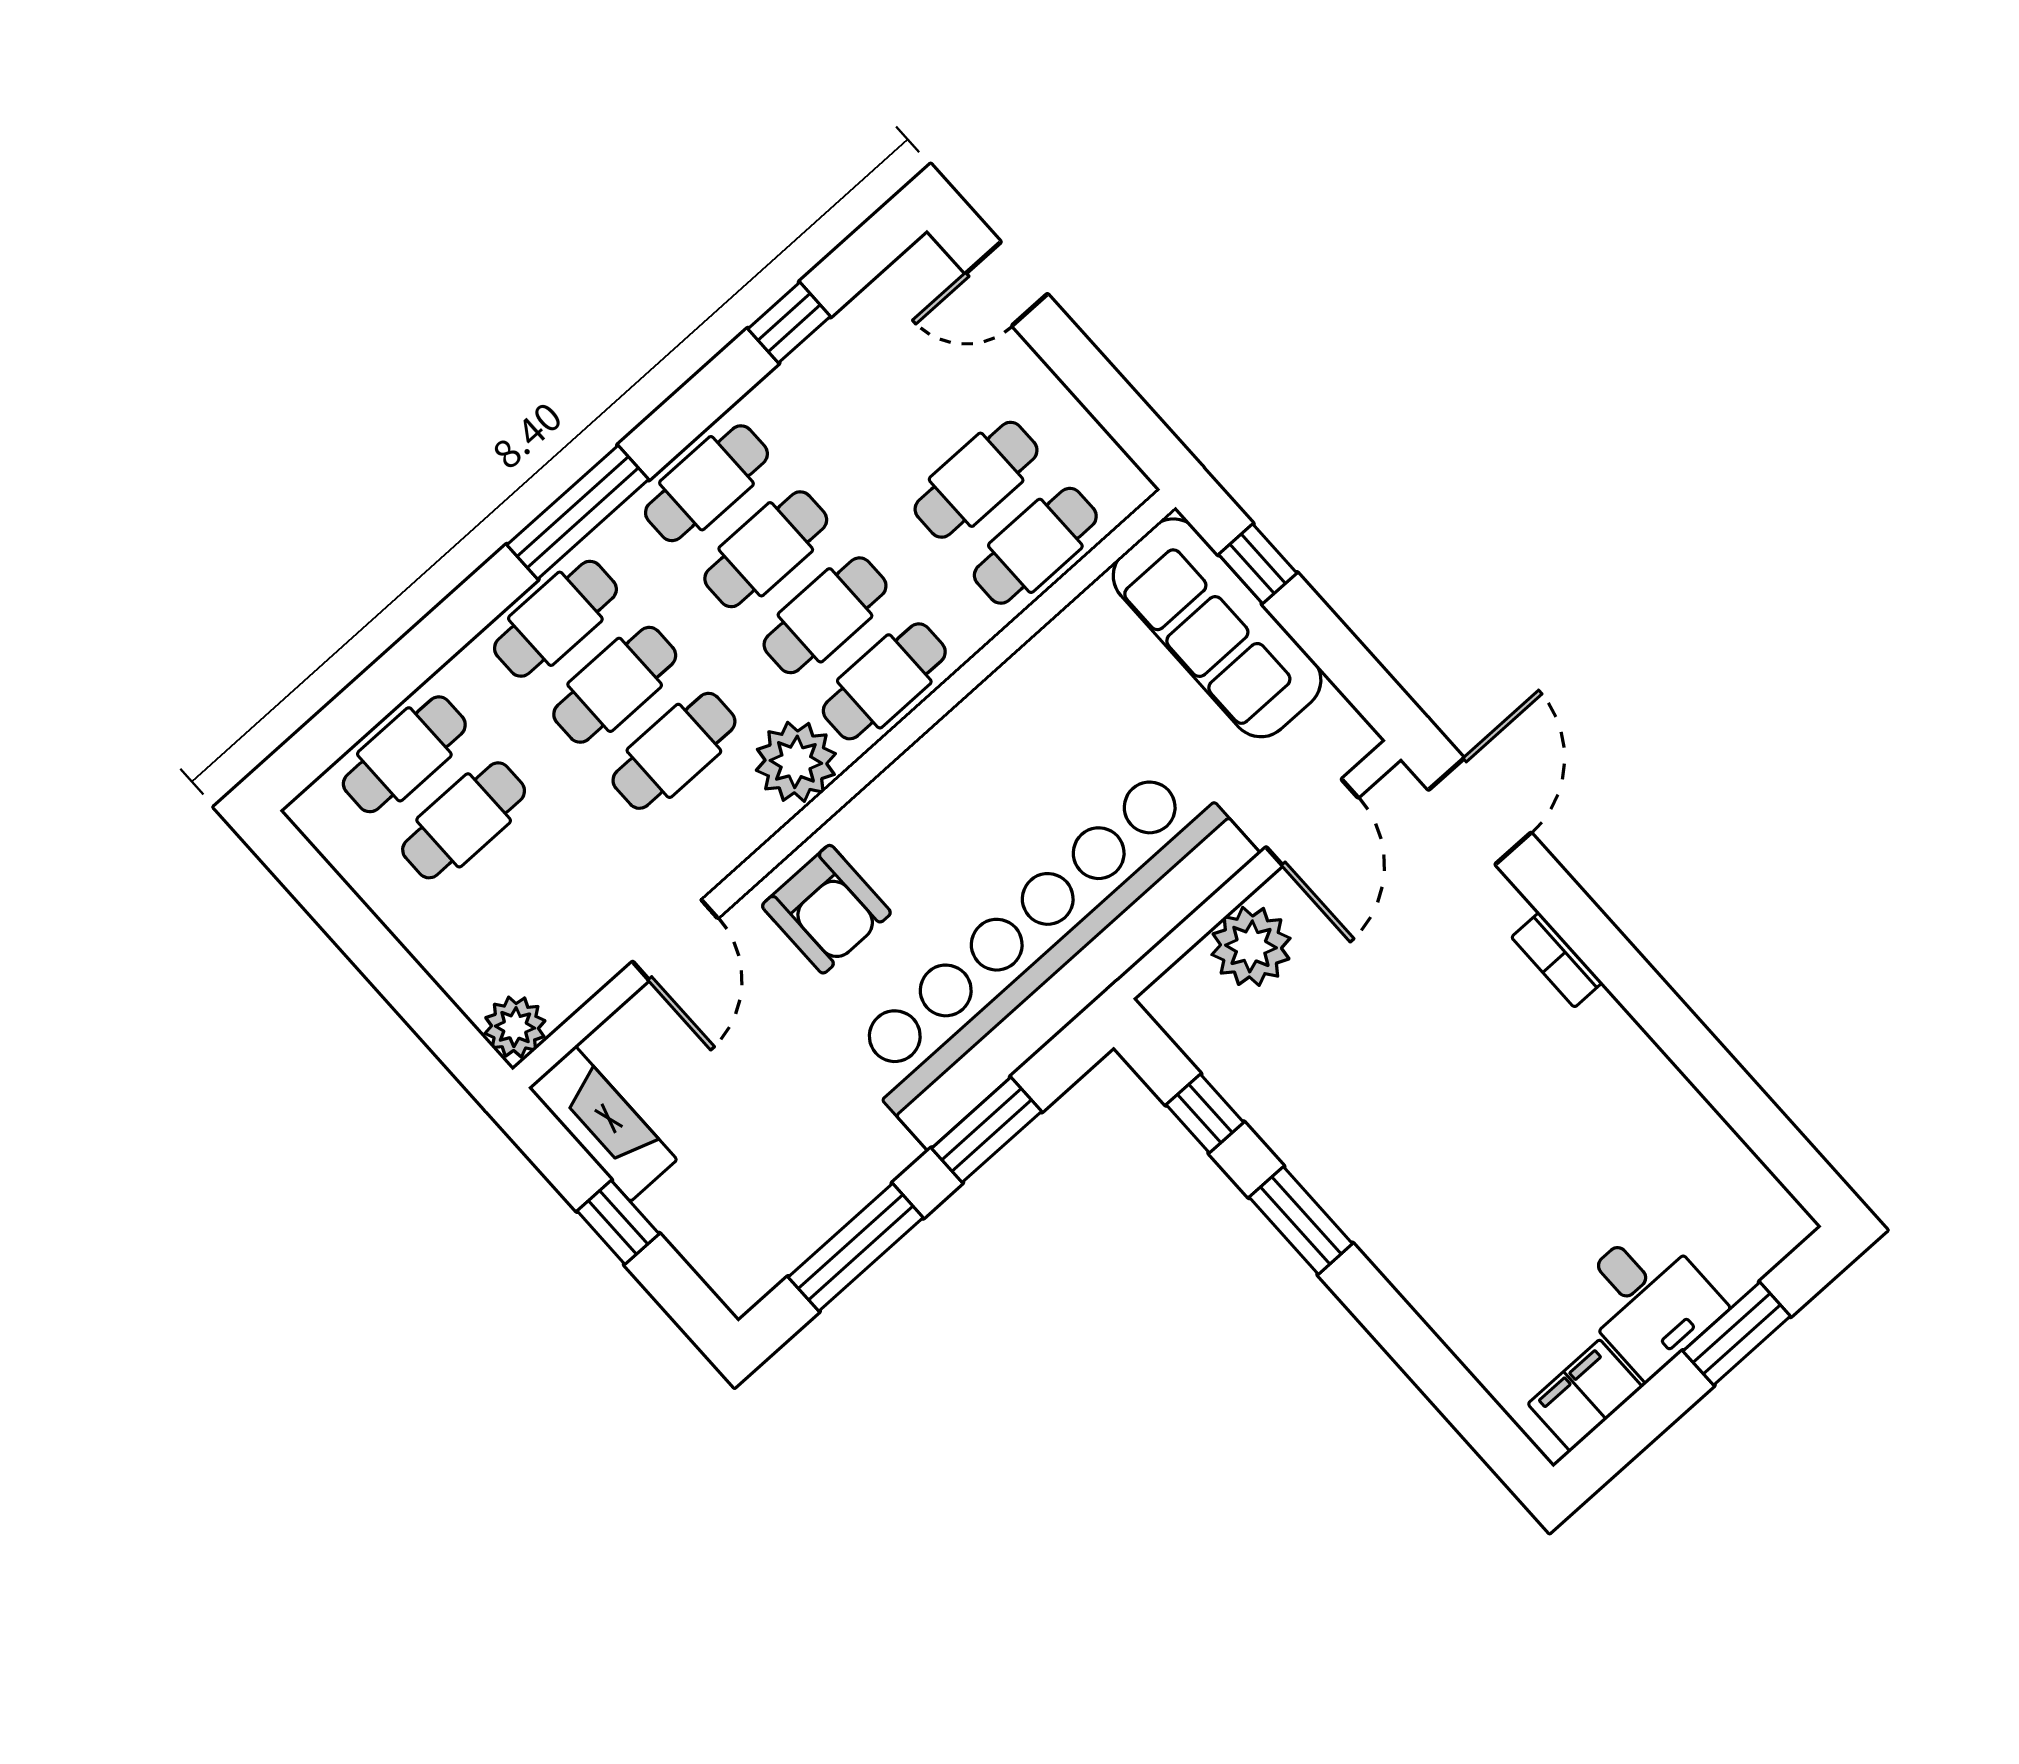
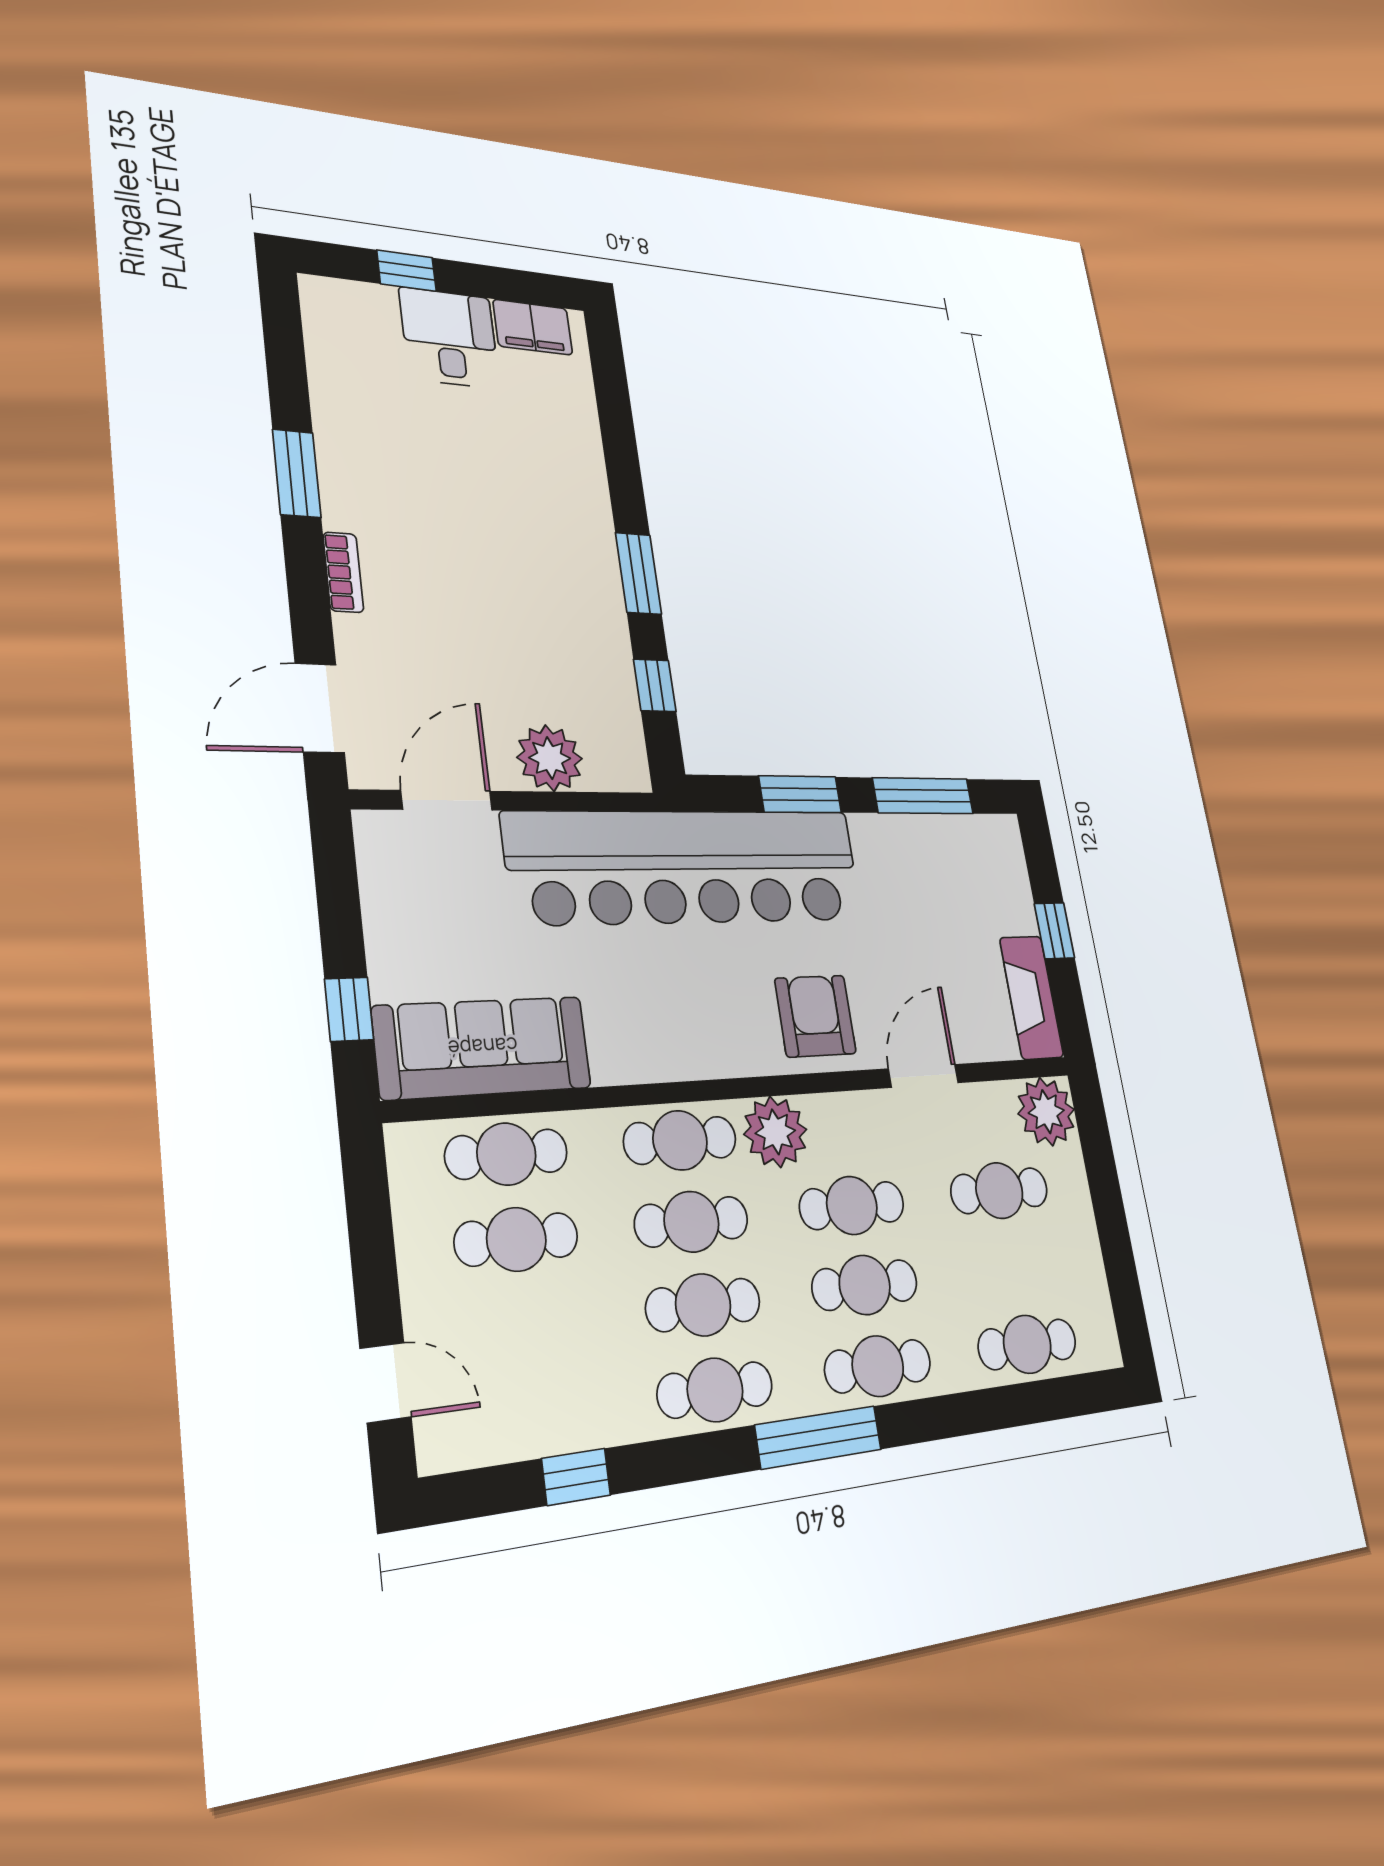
sofa: (1217, 628) -> (483, 1047), moved, turned -90
cafe table: (464, 820) -> (999, 1191), moved
window: (1666, 1019) -> (297, 473), added
plant: (515, 1027) -> (1046, 1112), width x1.36, depth x1.36
window: (1737, 1334) -> (407, 271), width x0.67

